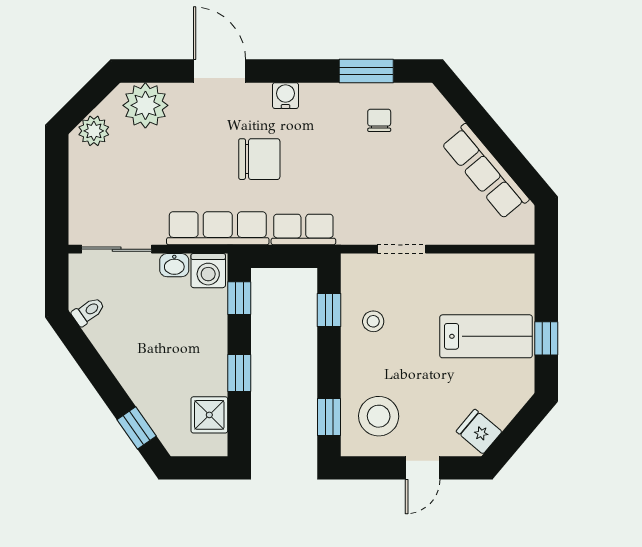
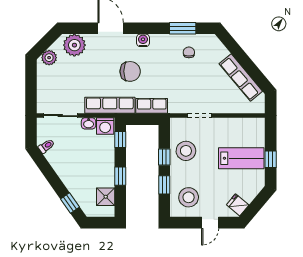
window: (329, 310) -> (164, 157), moved
stool: (373, 321) -> (186, 151), width x1.89, depth x1.89
window: (329, 417) -> (164, 185), moved

